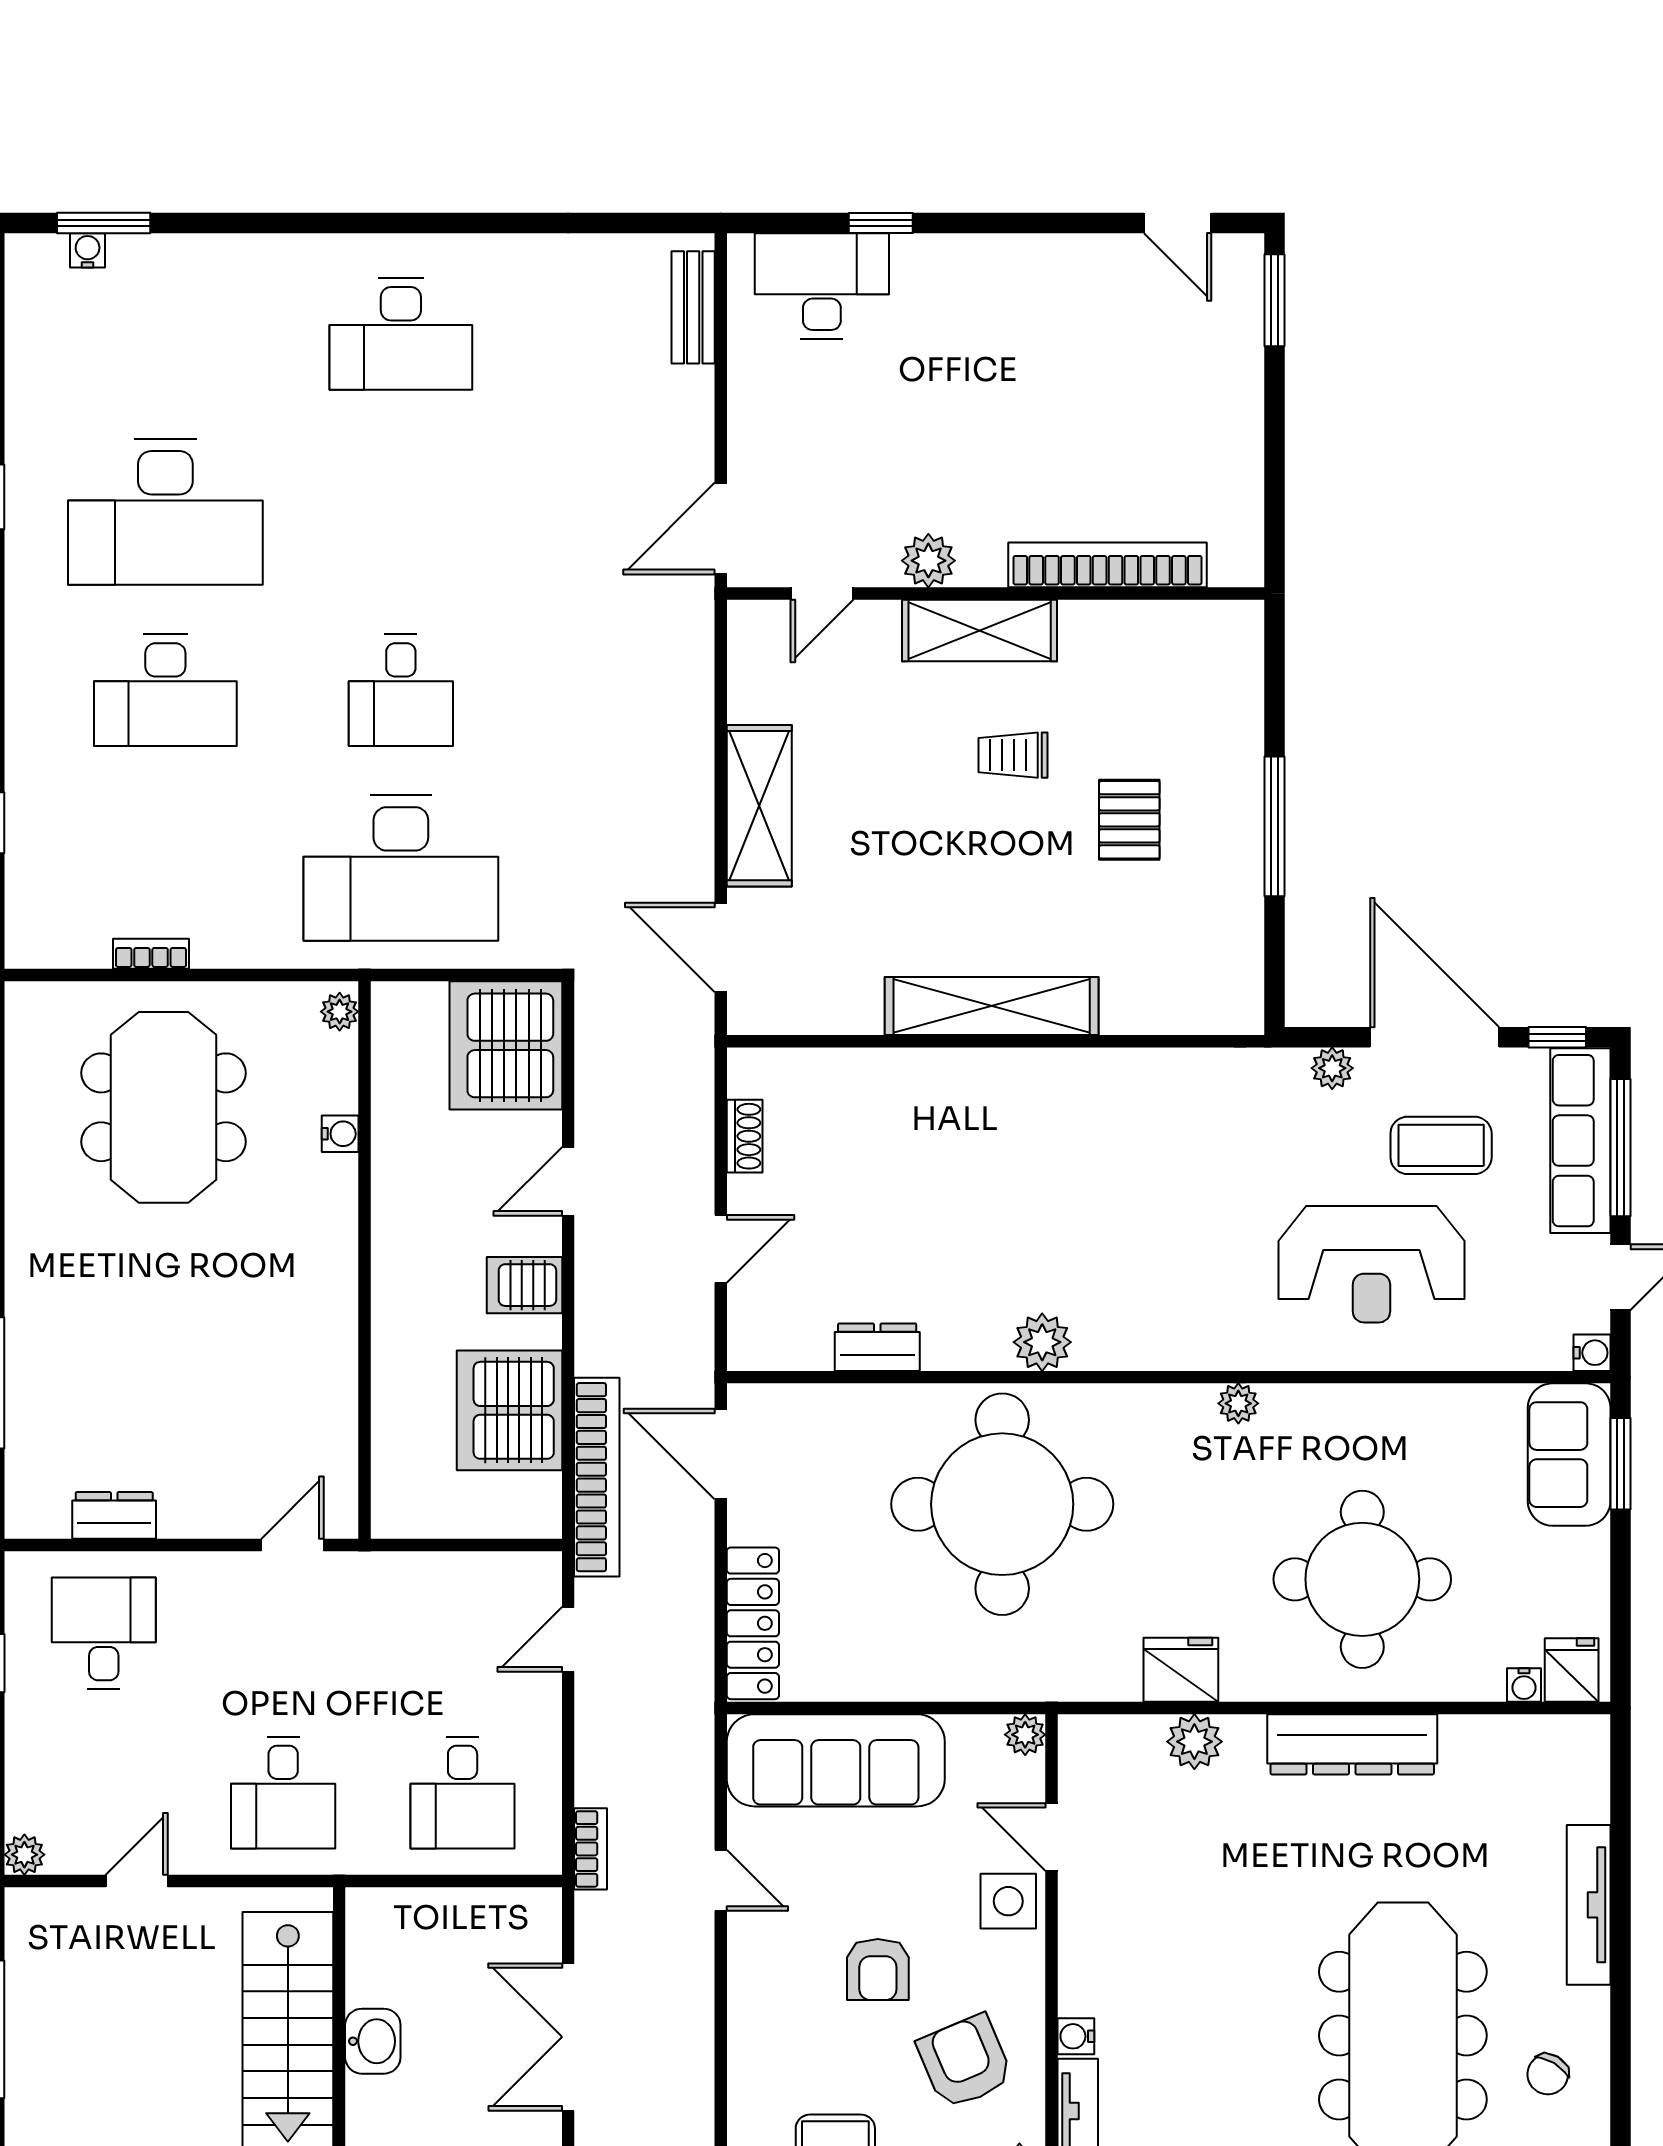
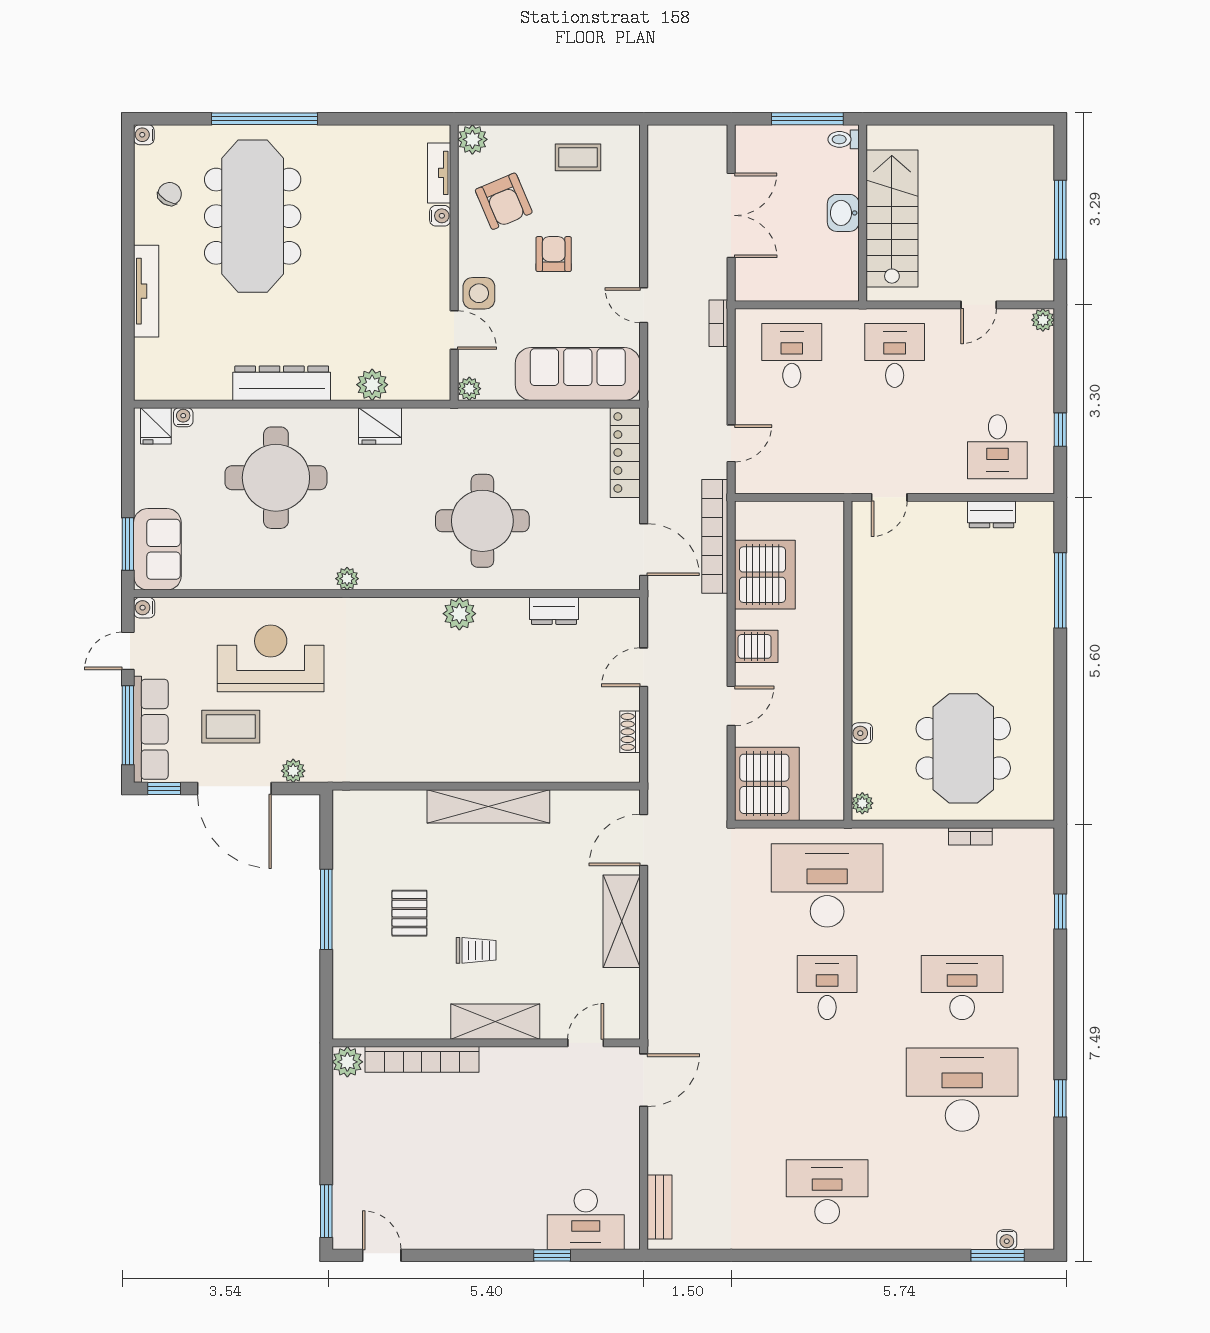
plant: (928, 561) -> (347, 1062), moved
door: (721, 947) -> (644, 840), swing flipped
round table: (1002, 1504) -> (482, 521), width x0.73, depth x0.73

